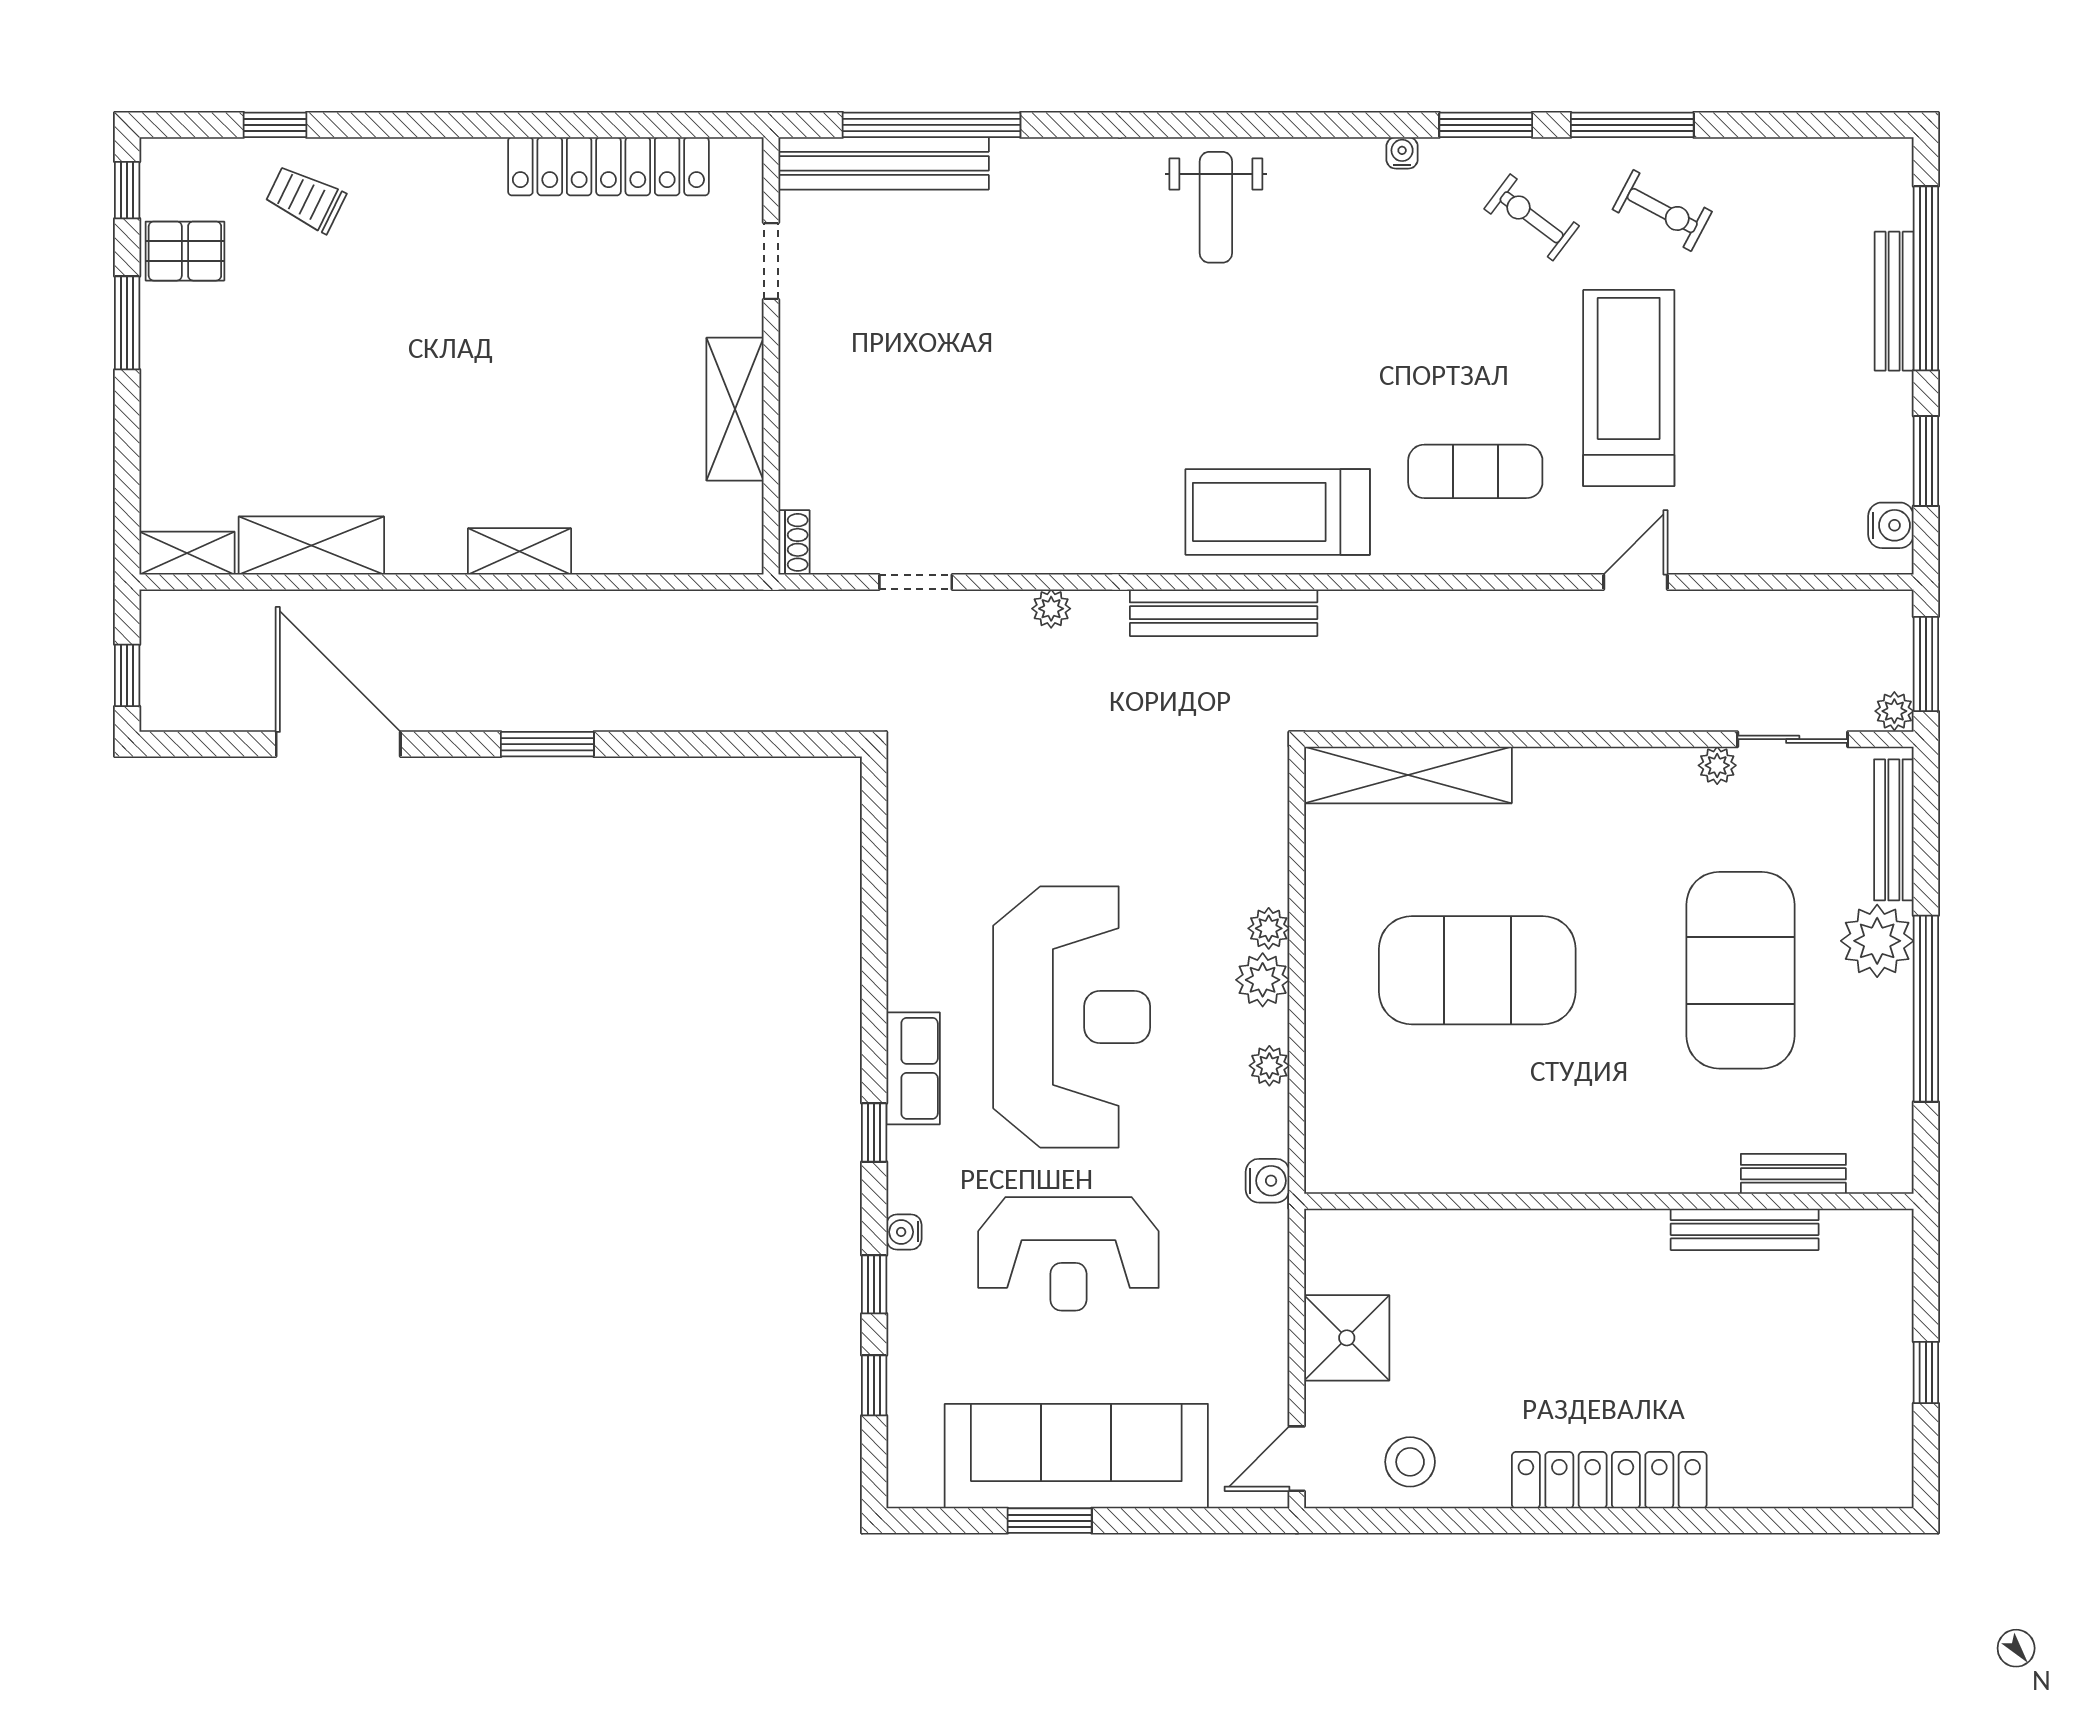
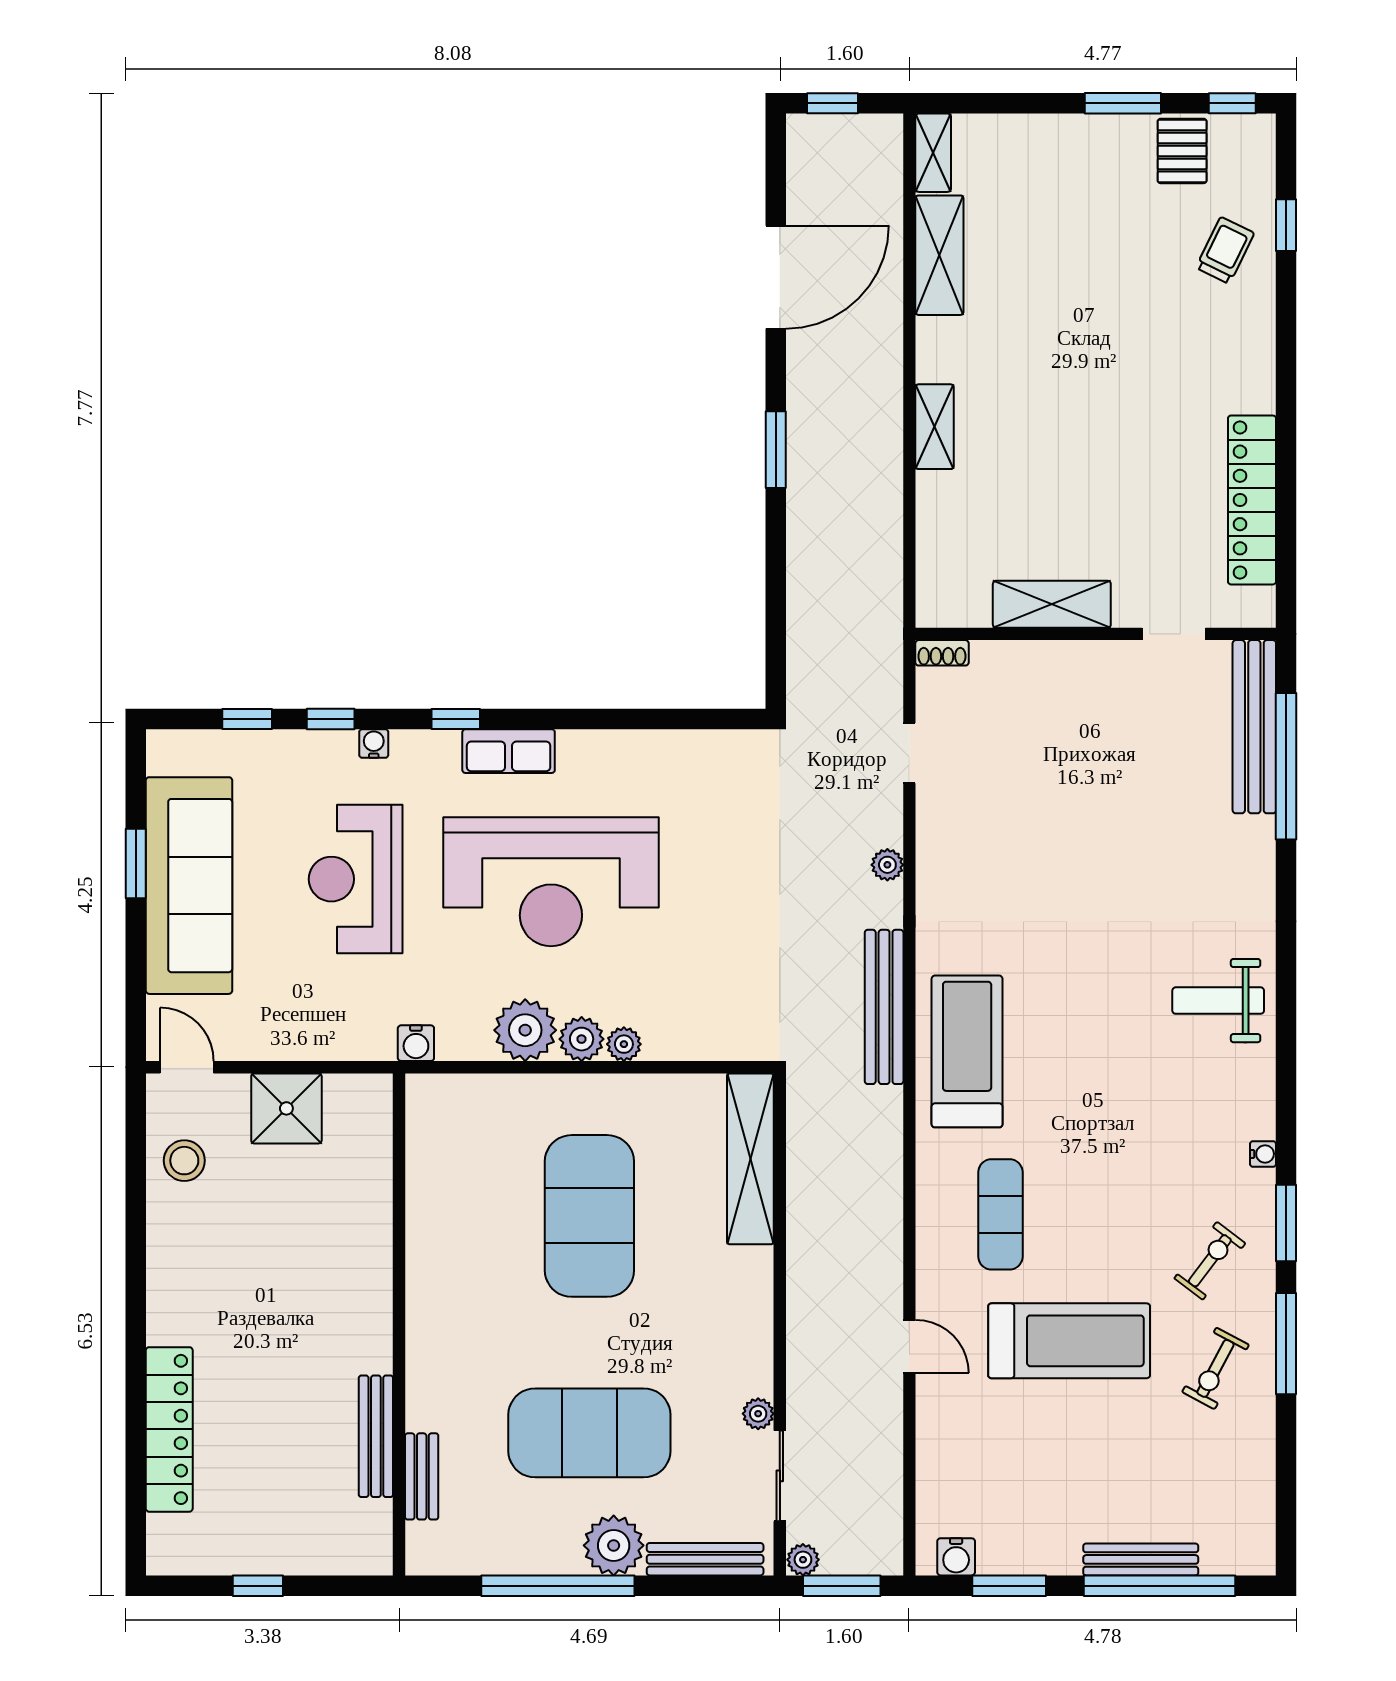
plant: (1269, 1066) -> (525, 1030), width x1.88, depth x1.88
locker: (1609, 1480) -> (169, 1429), moved

